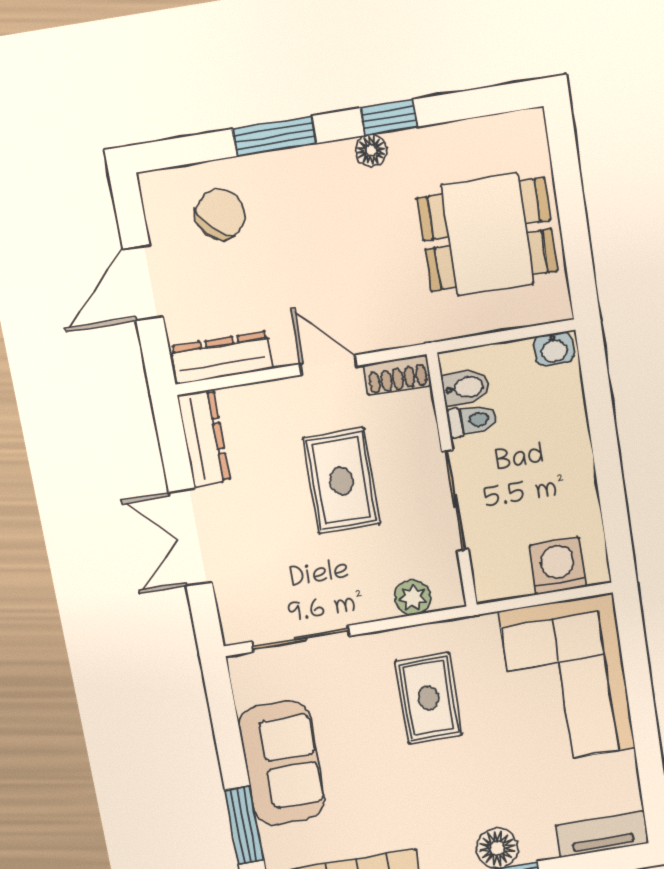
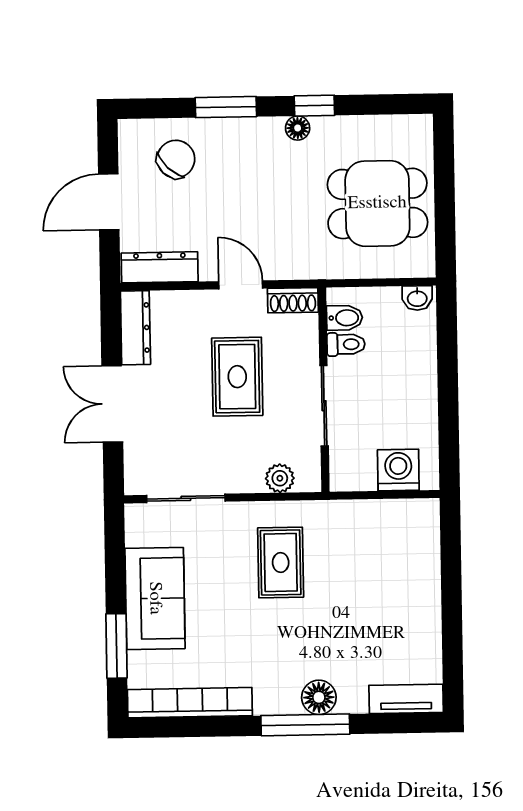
corner sofa: (567, 680) -> (394, 564), removed

